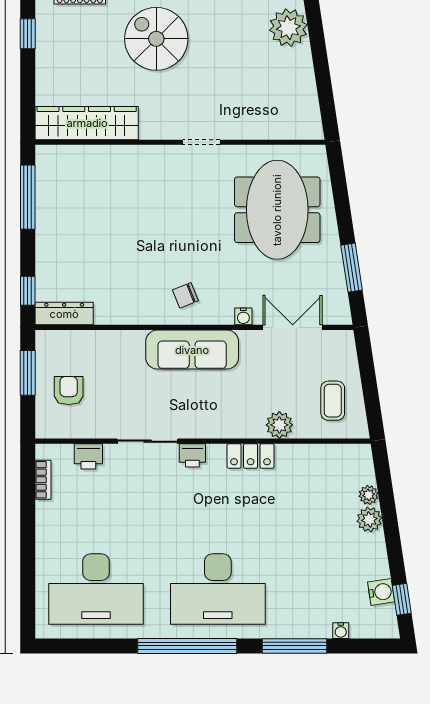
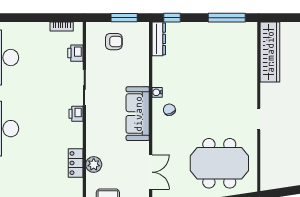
water cooler: (243, 316) -> (157, 92), moved
locker: (251, 456) -> (76, 163), moved

